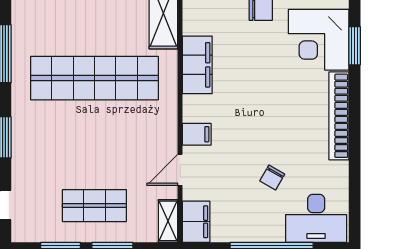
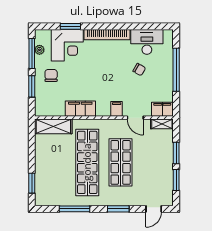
shop shelf: (94, 206) -> (121, 162), moved, width x1.43, depth x1.36
desk: (316, 218) -> (147, 42), moved, turned -90

